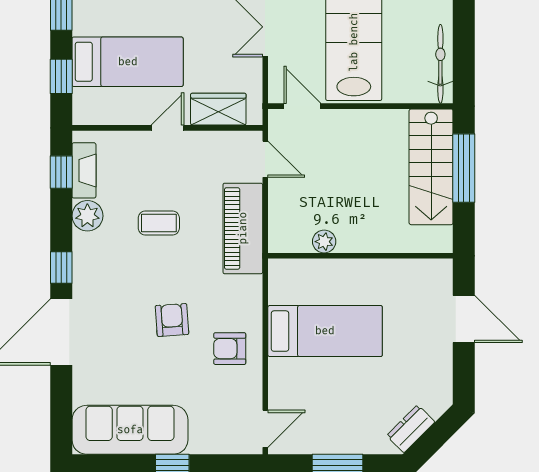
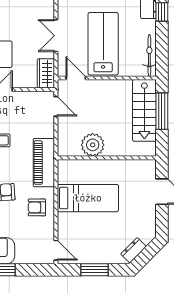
wardrobe: (218, 109) -> (46, 73), moved, turned -90
piano: (243, 228) -> (44, 163), moved
plant: (324, 242) -> (93, 145), width x1.87, depth x1.87
door: (265, 429) -> (56, 250), hinge flipped

